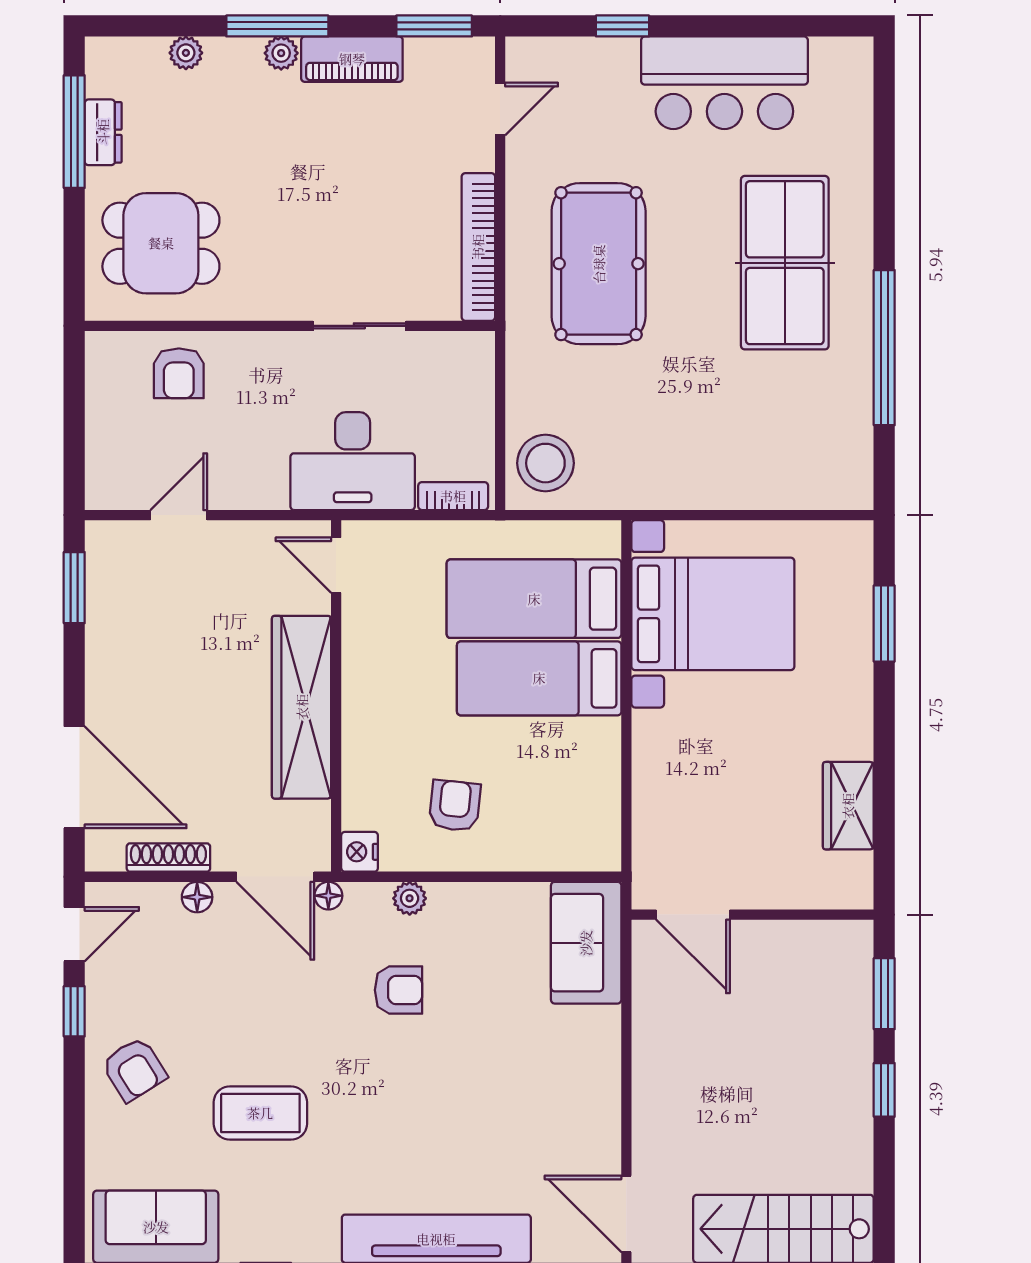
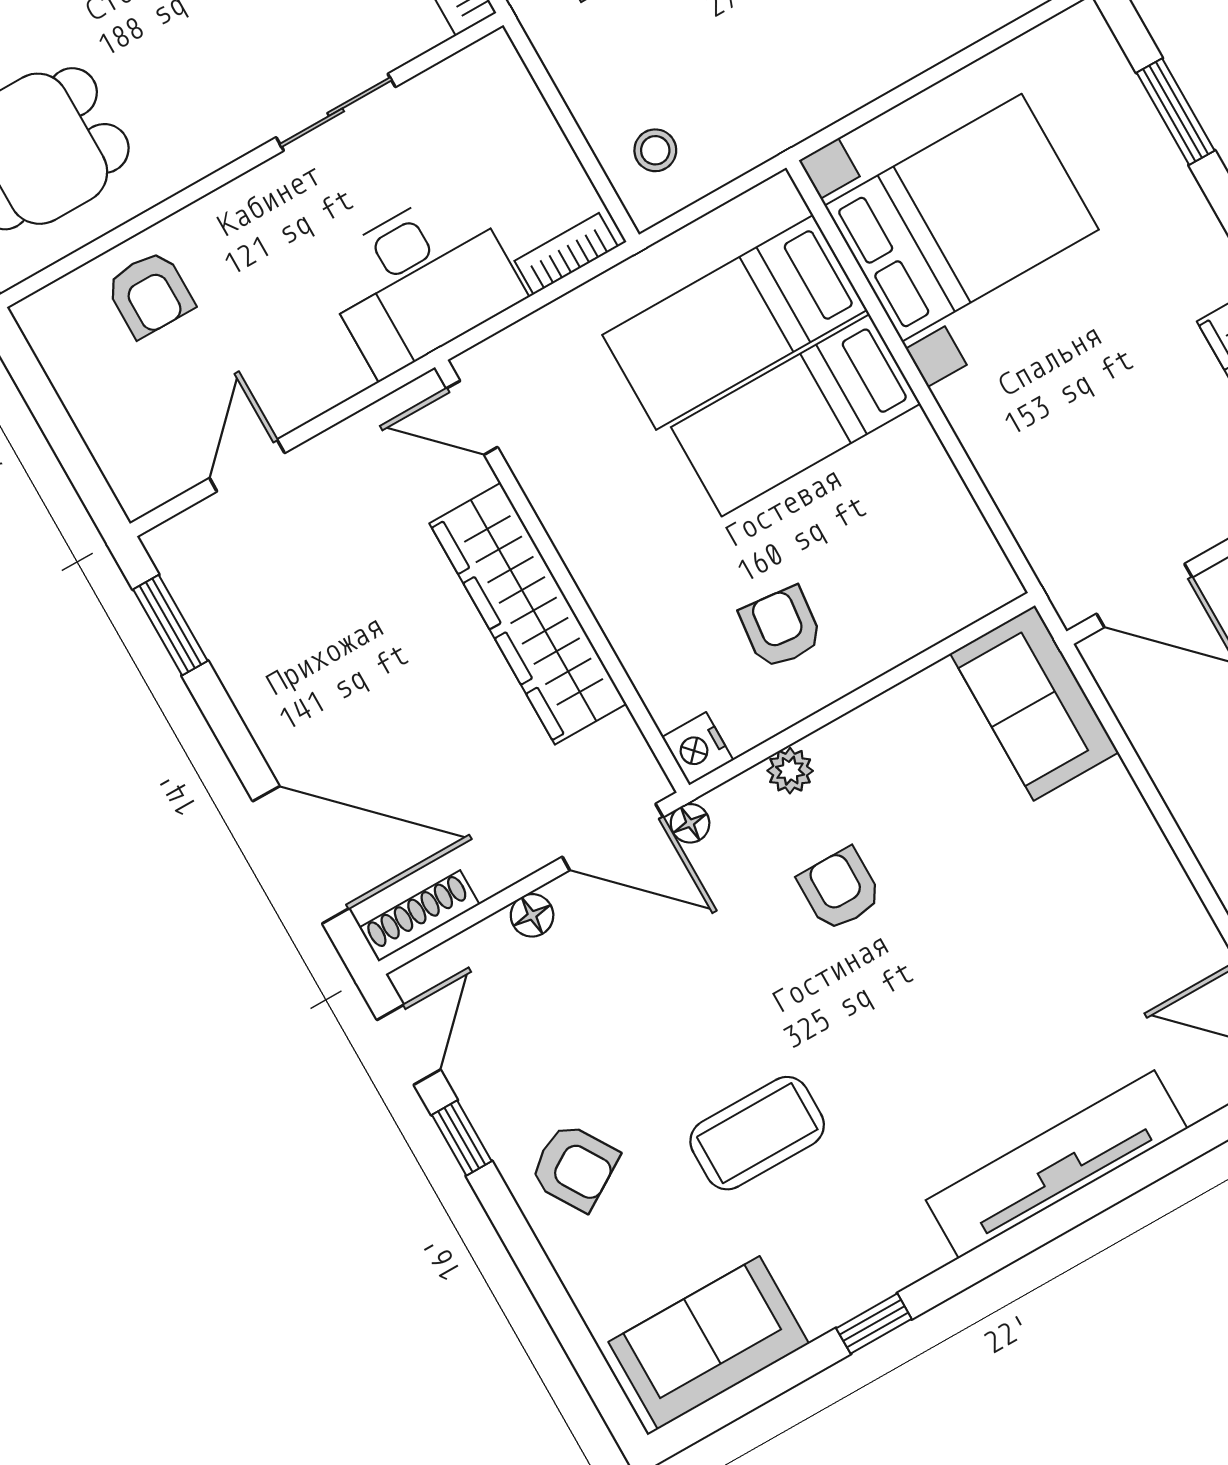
stool: (545, 463) -> (655, 150), width x0.53, depth x0.53
shoe rack: (168, 858) -> (419, 916), moved
armchair: (398, 990) -> (840, 889), turned -90

